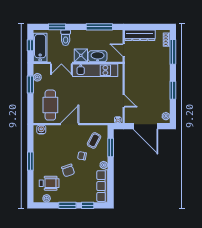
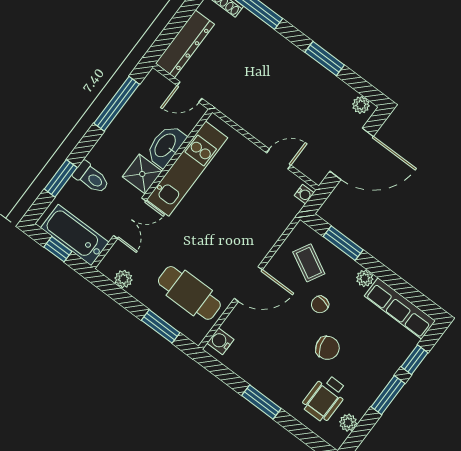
window: (30, 84) -> (161, 326), moved
door: (70, 124) -> (248, 284), swing flipped
wheelchair: (49, 183) -> (325, 398), turned 180

